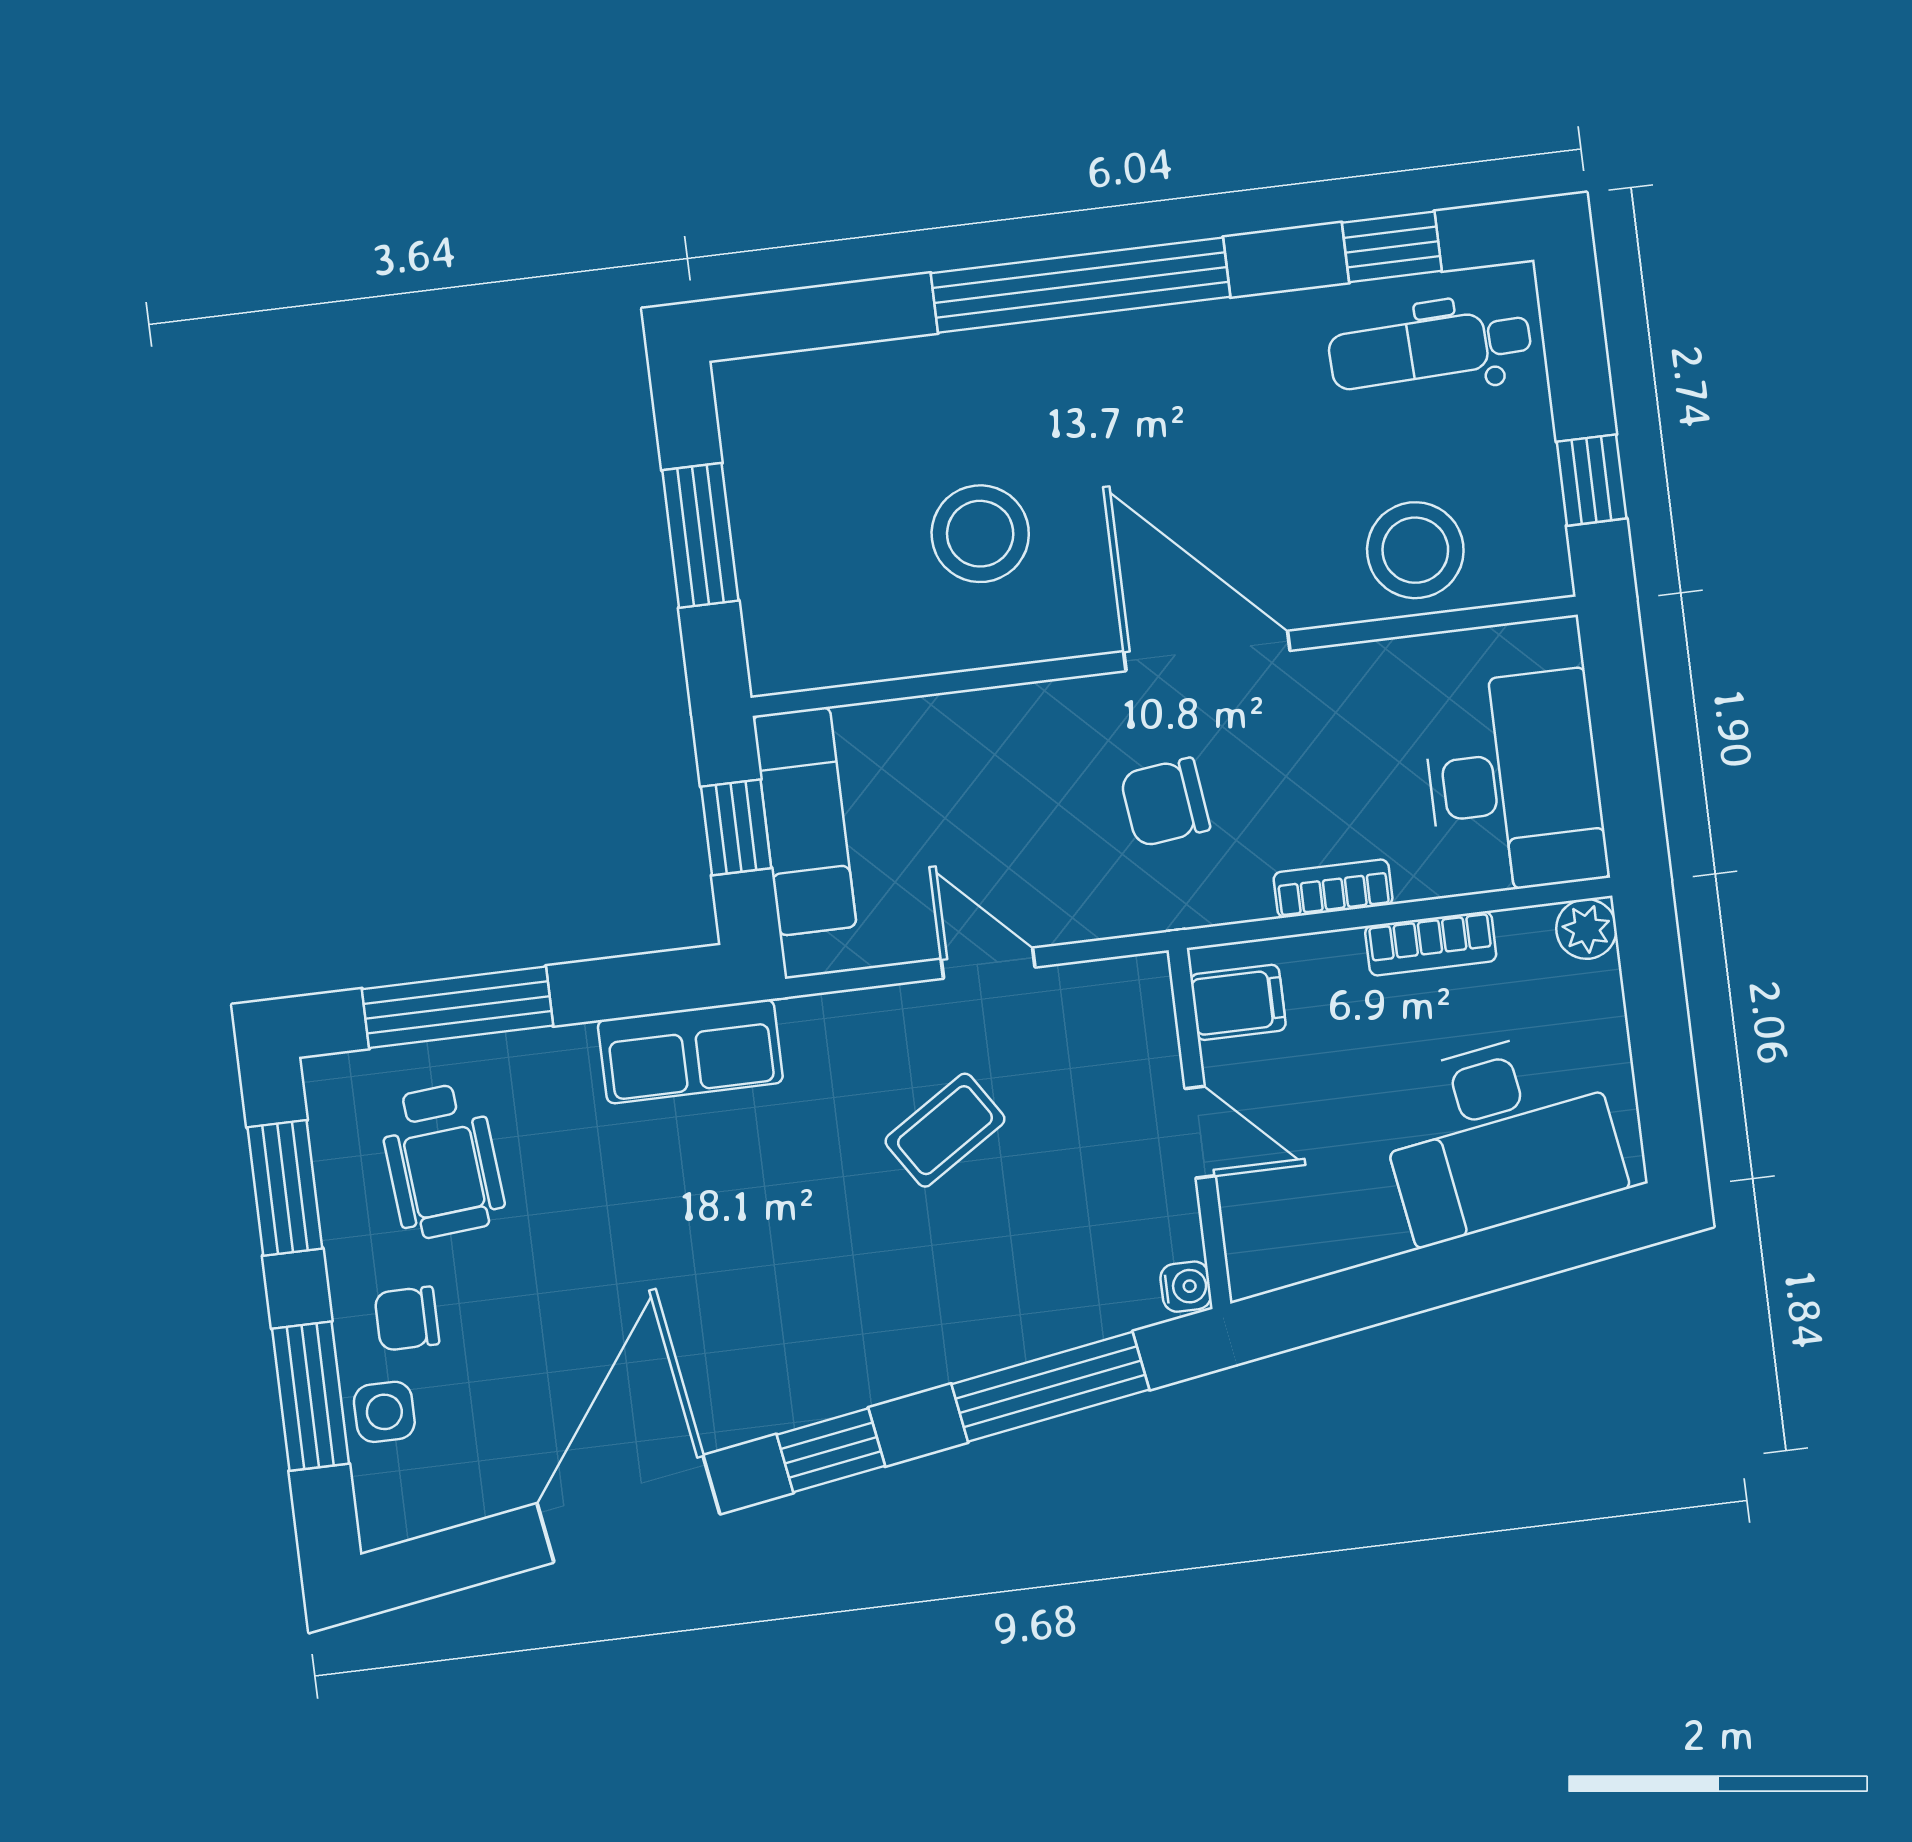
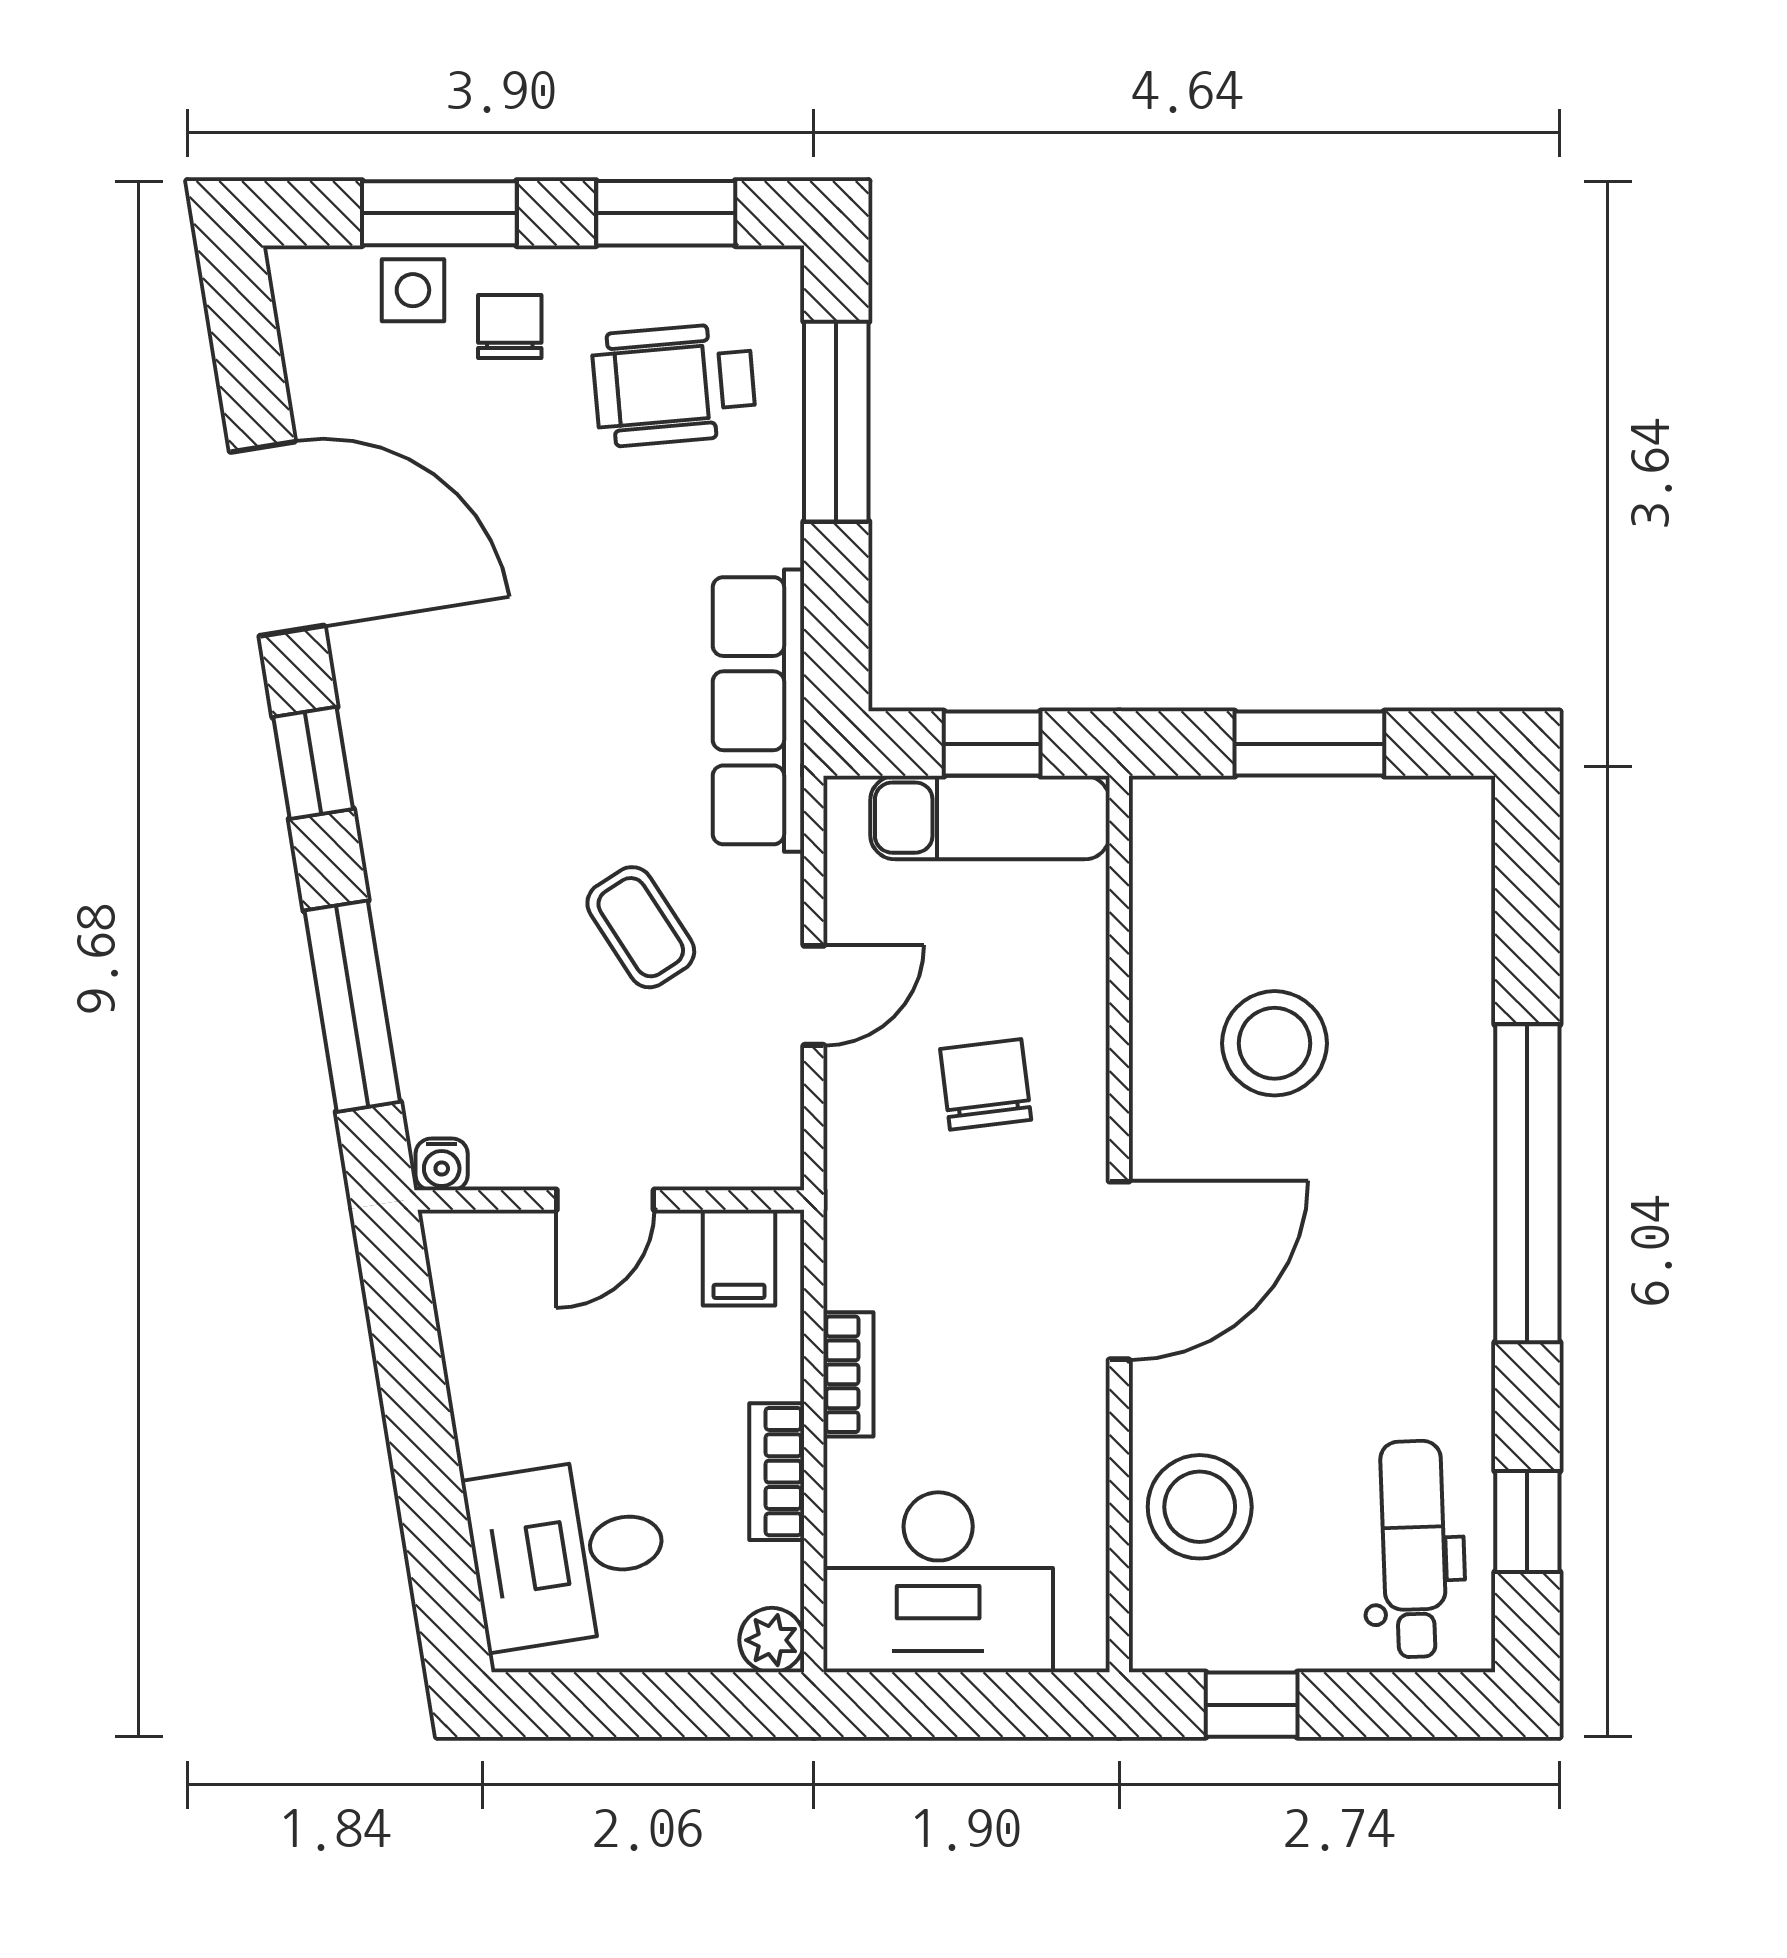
chair: (1165, 802) -> (986, 1084), moved
row of seats: (690, 1051) -> (758, 711), width x1.48
desk: (1500, 1135) -> (568, 1552), width x0.73

